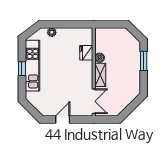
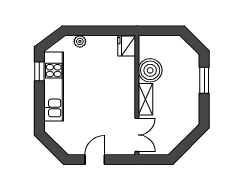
fridge: (86, 53) -> (127, 46), moved
boiler: (100, 58) -> (150, 70), width x1.86, depth x1.86
window: (22, 69) -> (39, 71), moved

